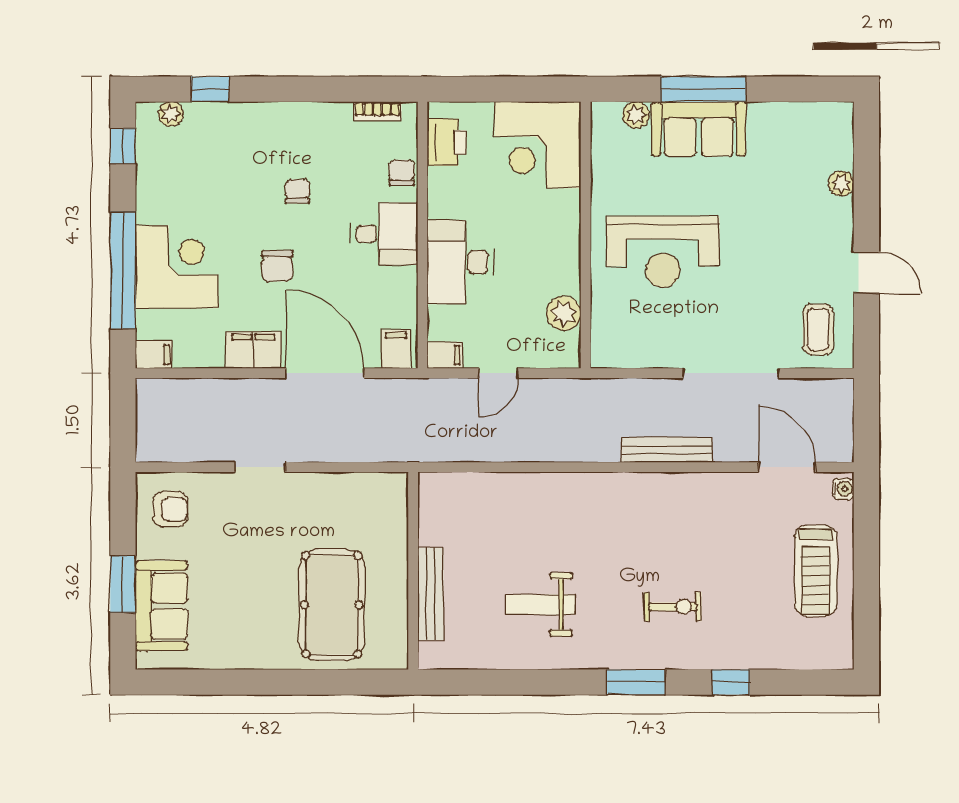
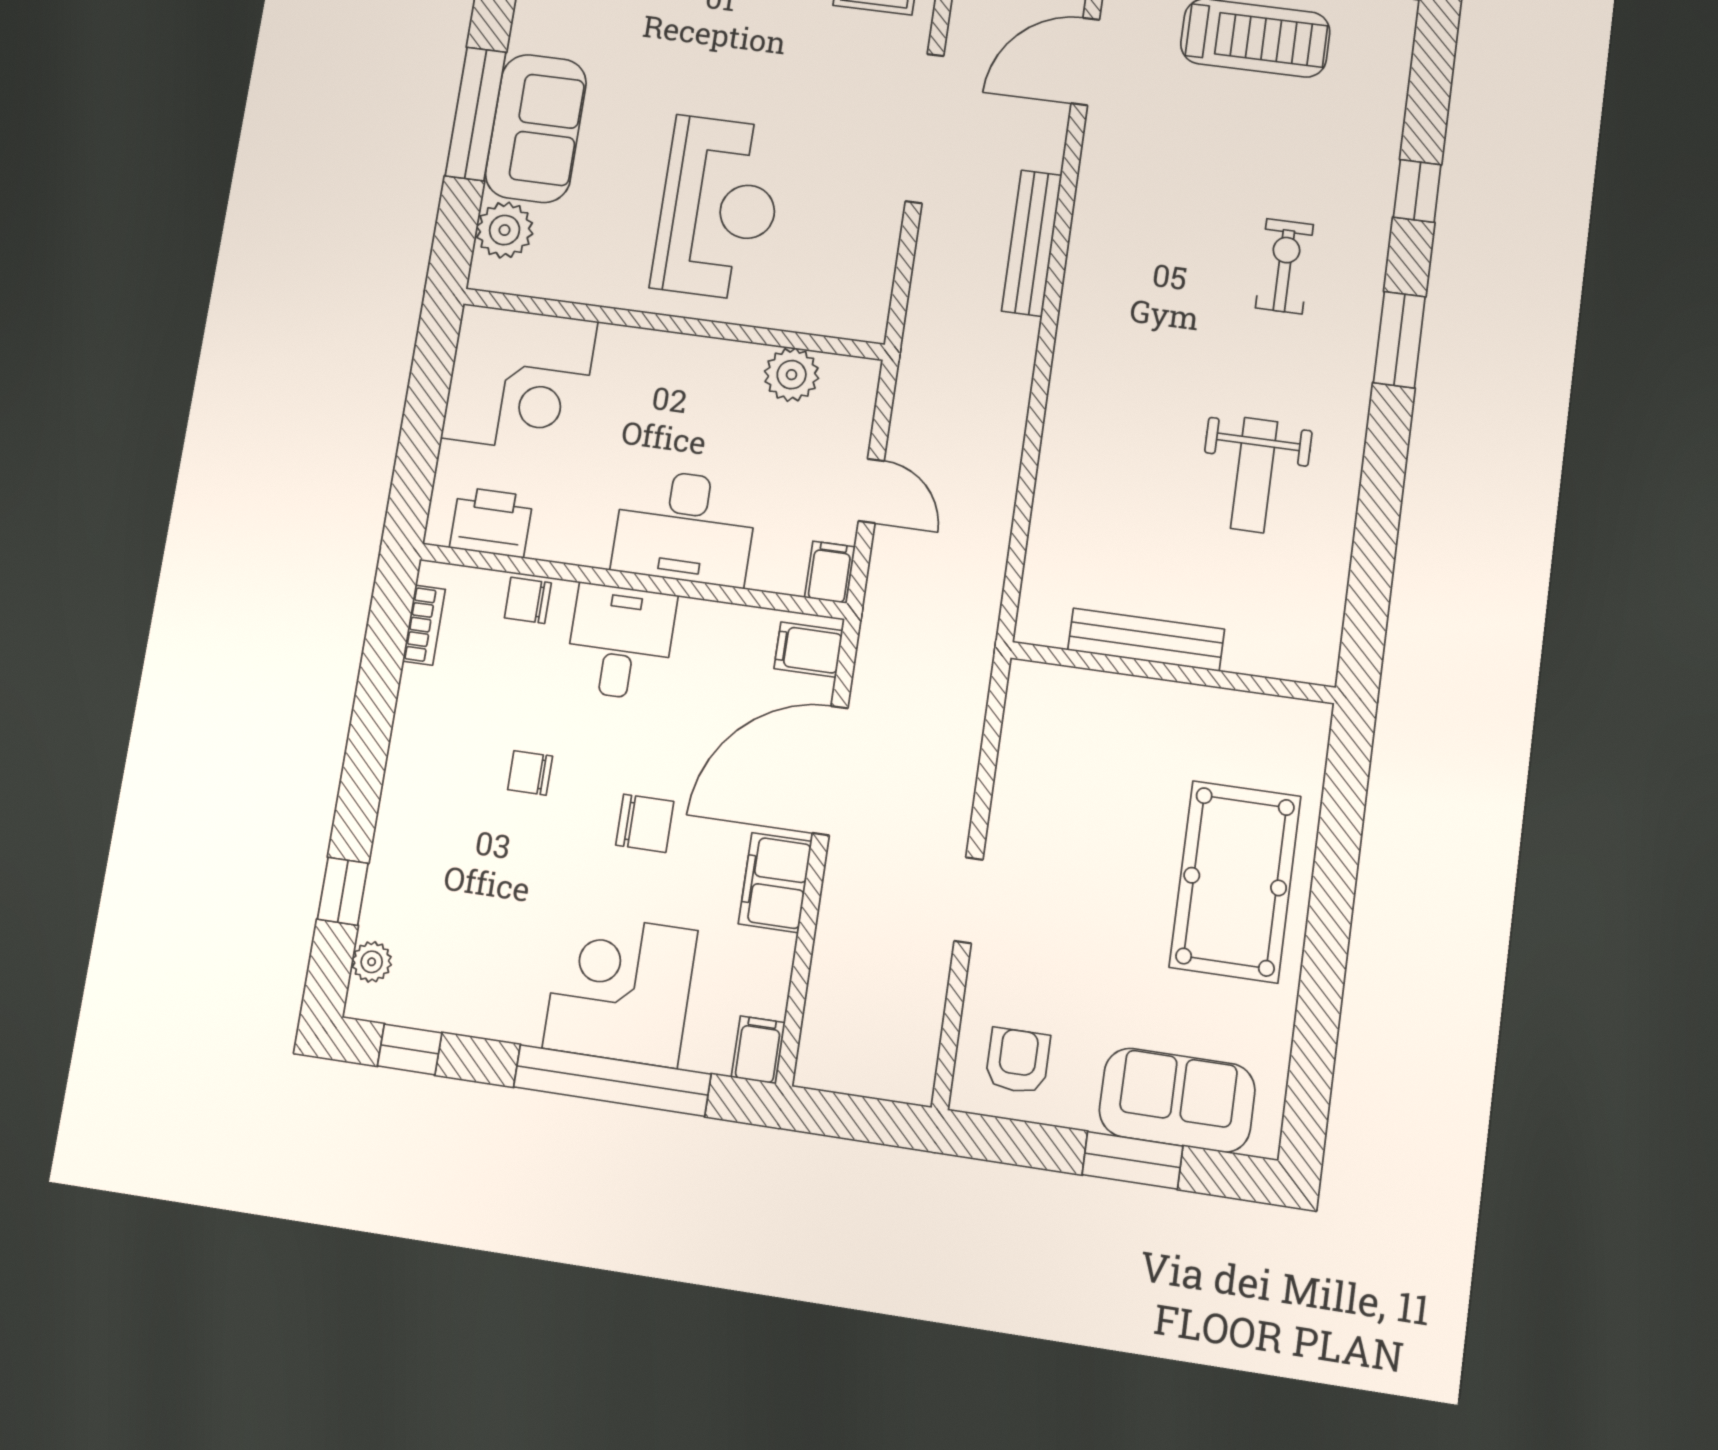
plant: (636, 115) -> (505, 230), width x1.38, depth x1.38
bench: (431, 594) -> (1146, 640), moved
pool table: (332, 605) -> (1235, 882), moved, turned 90

